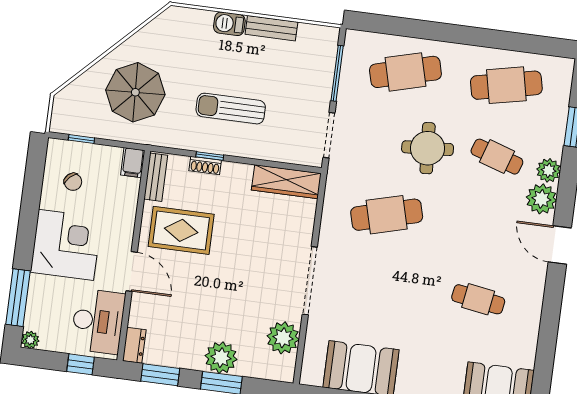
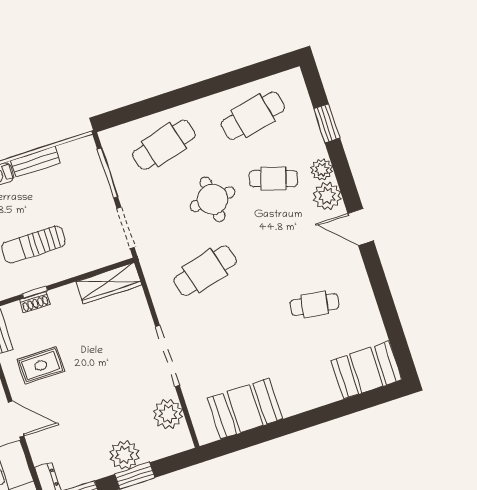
rug: (181, 230) -> (41, 365), width x0.73, depth x0.70

